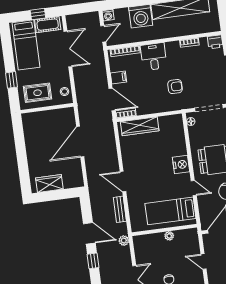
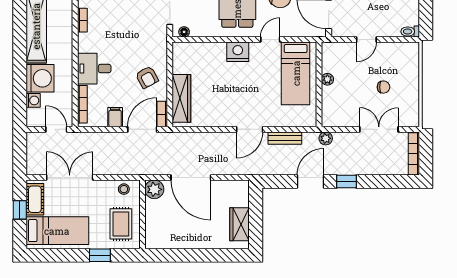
washing machine: (108, 15) -> (33, 100), moved
armchair: (175, 87) -> (147, 77), moved, turned 152
plant: (67, 115) -> (154, 189), added

